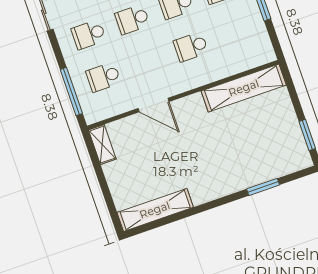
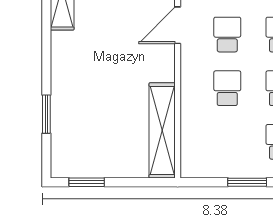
school desk: (147, 62) -> (227, 35), added

